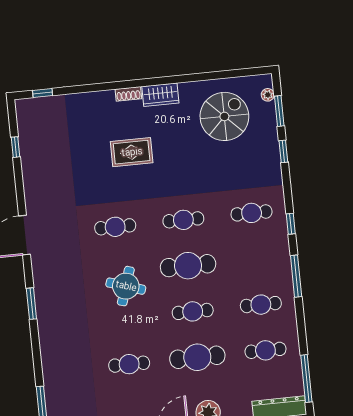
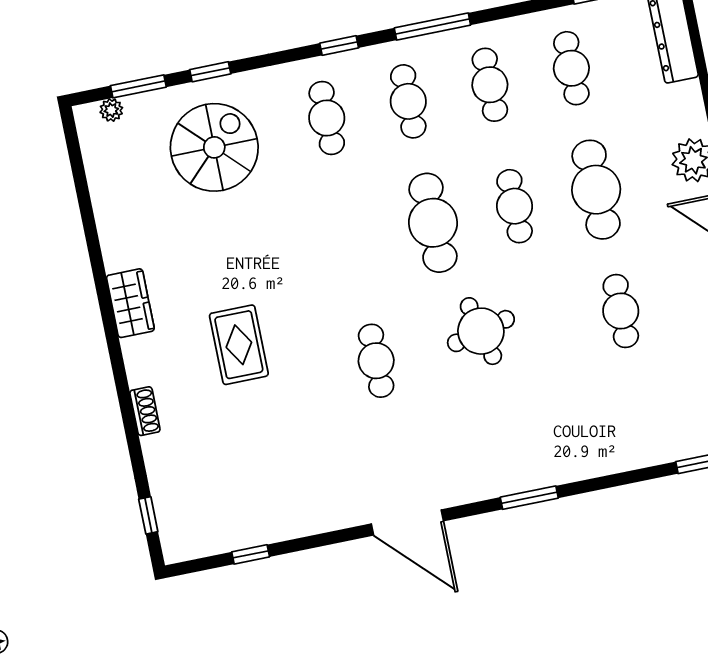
shoe rack: (128, 94) -> (145, 411), moved
spiral stairs: (224, 116) -> (214, 147), moved, turned 90
cafe table: (183, 220) -> (408, 101), moved
round table: (126, 286) -> (481, 331), turned -32

